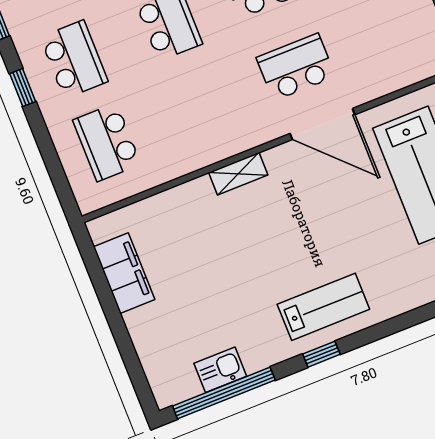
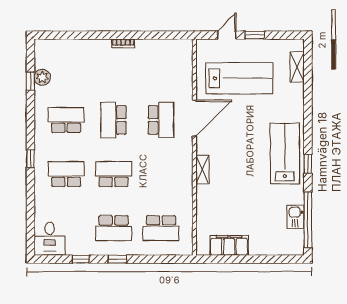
school desk: (74, 59) -> (114, 228), turned 180
school desk: (296, 67) -> (161, 120), turned 180
lab bench: (323, 307) -> (285, 154), width x1.36, depth x1.39

